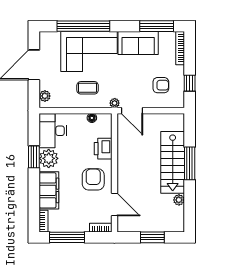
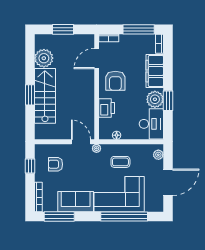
window: (190, 163) -> (30, 95), width x0.69
plant: (179, 200) -> (44, 58), width x1.87, depth x1.87
door: (114, 204) -> (97, 58), hinge flipped

